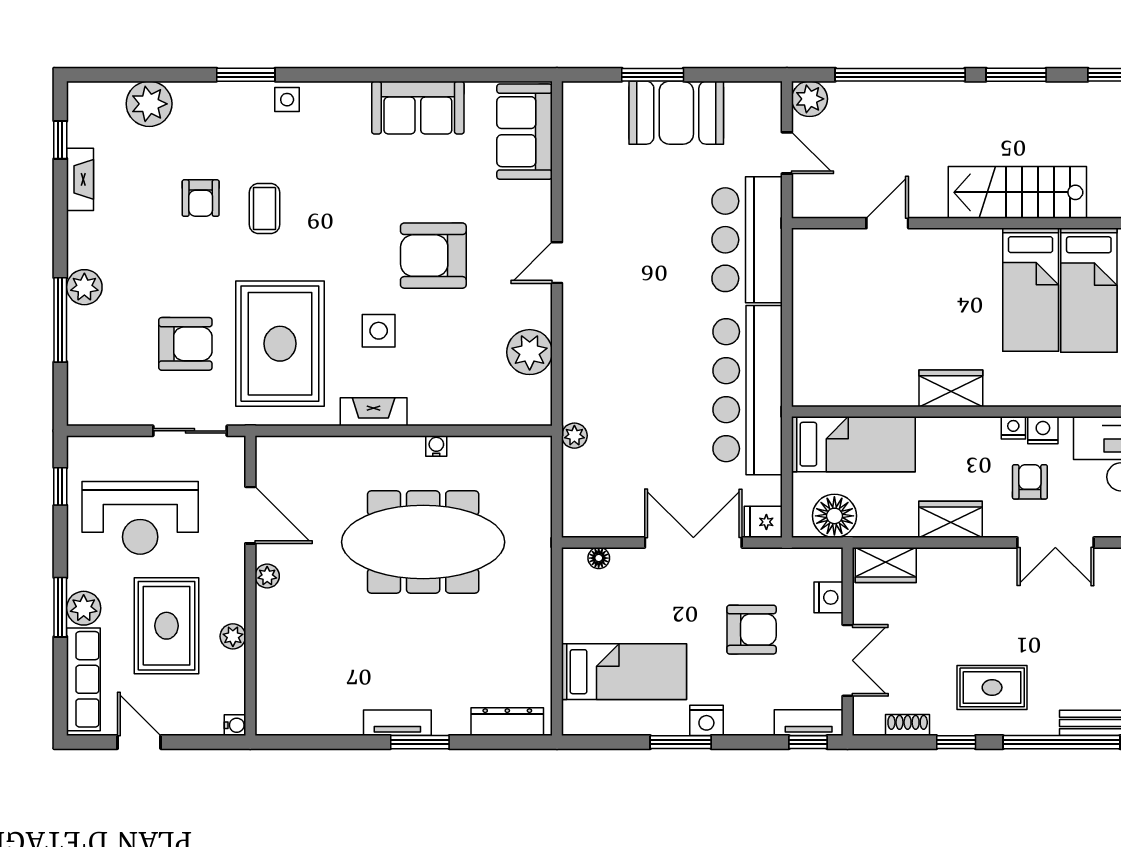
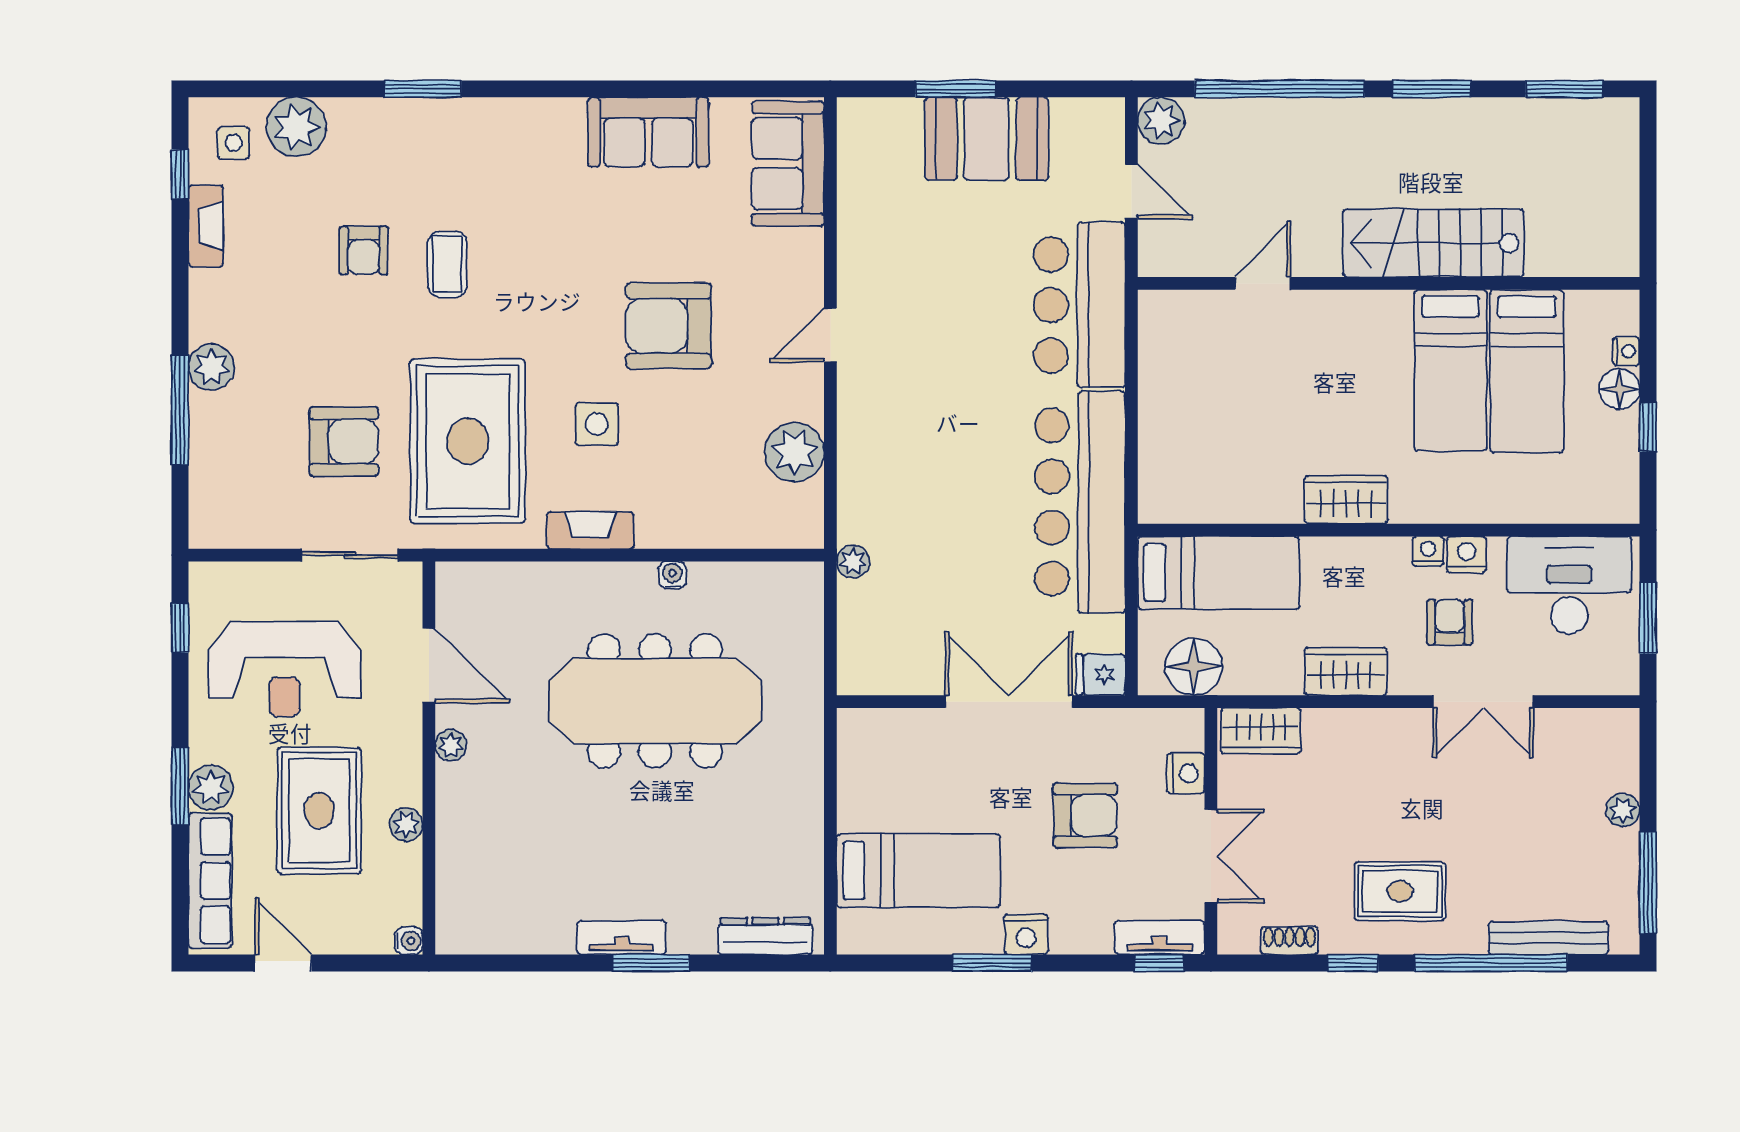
side table: (287, 100) -> (234, 143), moved
floor lamp: (599, 558) -> (885, 722), removed

